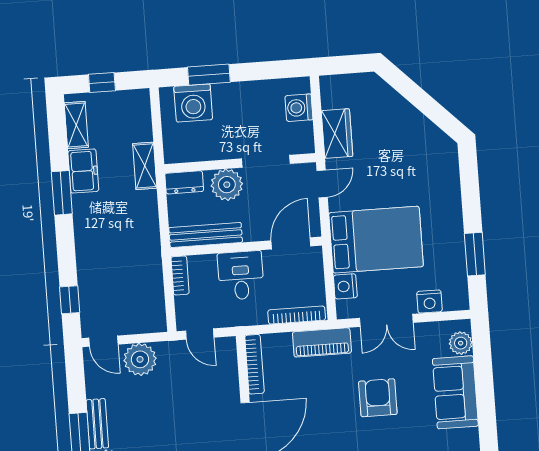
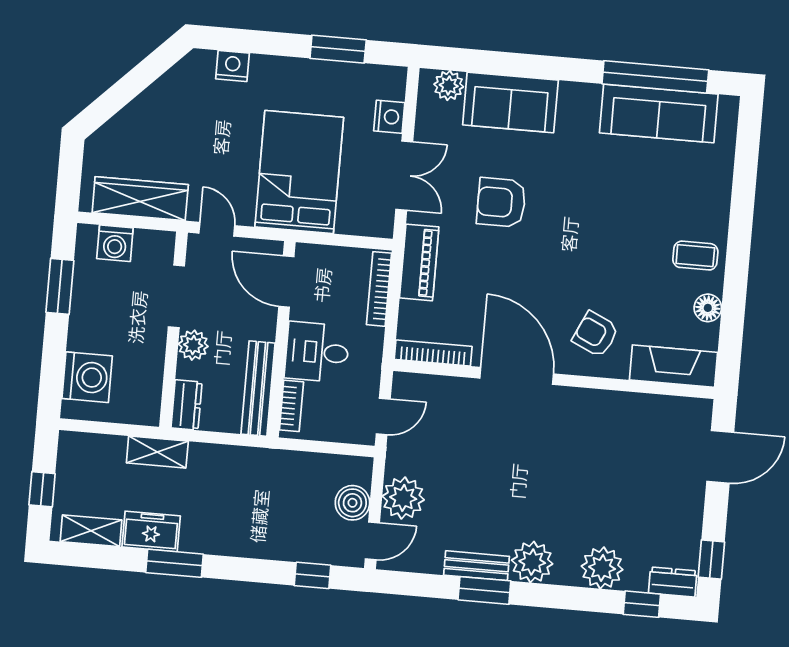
window: (209, 75) -> (60, 286), moved
wardrobe: (337, 134) -> (140, 199), width x1.50
plant: (227, 185) -> (193, 345), width x0.73, depth x0.73
bookcase: (180, 275) -> (291, 406), moved, turned 90
nightstand: (345, 286) -> (233, 66), moved, turned 180
boiler: (130, 321) -> (352, 503), added

